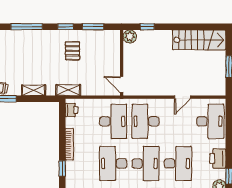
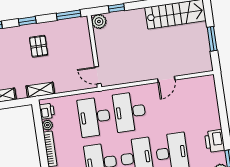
window: (93, 27) -> (69, 15), moved
desk: (113, 121) -> (94, 117), turned 180
desk: (210, 121) -> (200, 101), removed
plant: (70, 123) -> (47, 125), added

